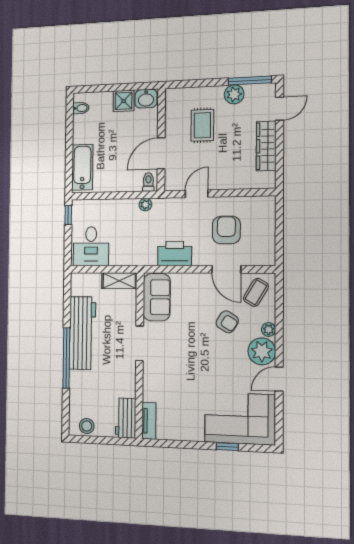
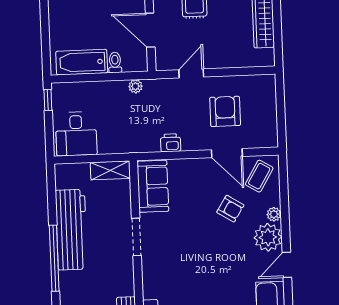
door: (161, 153) -> (150, 30), hinge flipped
bathtub: (82, 167) -> (82, 62), moved, turned -90
toilet: (148, 182) -> (115, 62), moved
printer: (175, 254) -> (171, 143), width x0.53, depth x0.68

